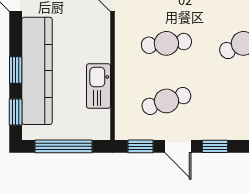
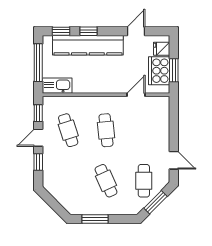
kitchen sink: (98, 86) -> (57, 86), moved

